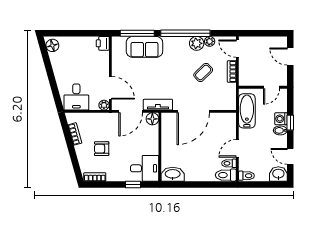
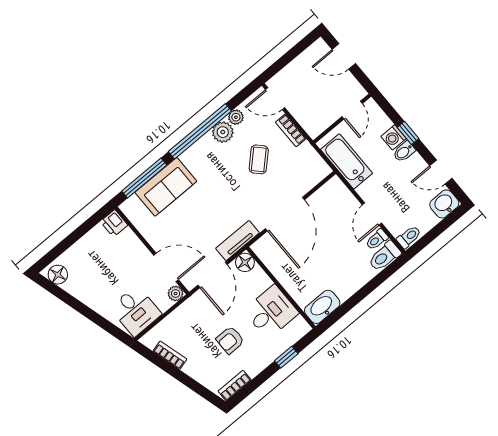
armchair: (102, 149) -> (230, 340), moved
desk: (145, 168) -> (271, 312), moved

